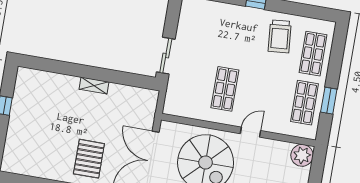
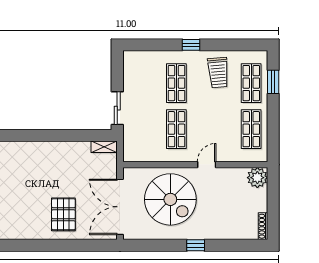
shop shelf: (233, 40) -> (176, 83), added
shelving: (94, 86) -> (104, 147), moved
window: (329, 101) -> (273, 82), moved

